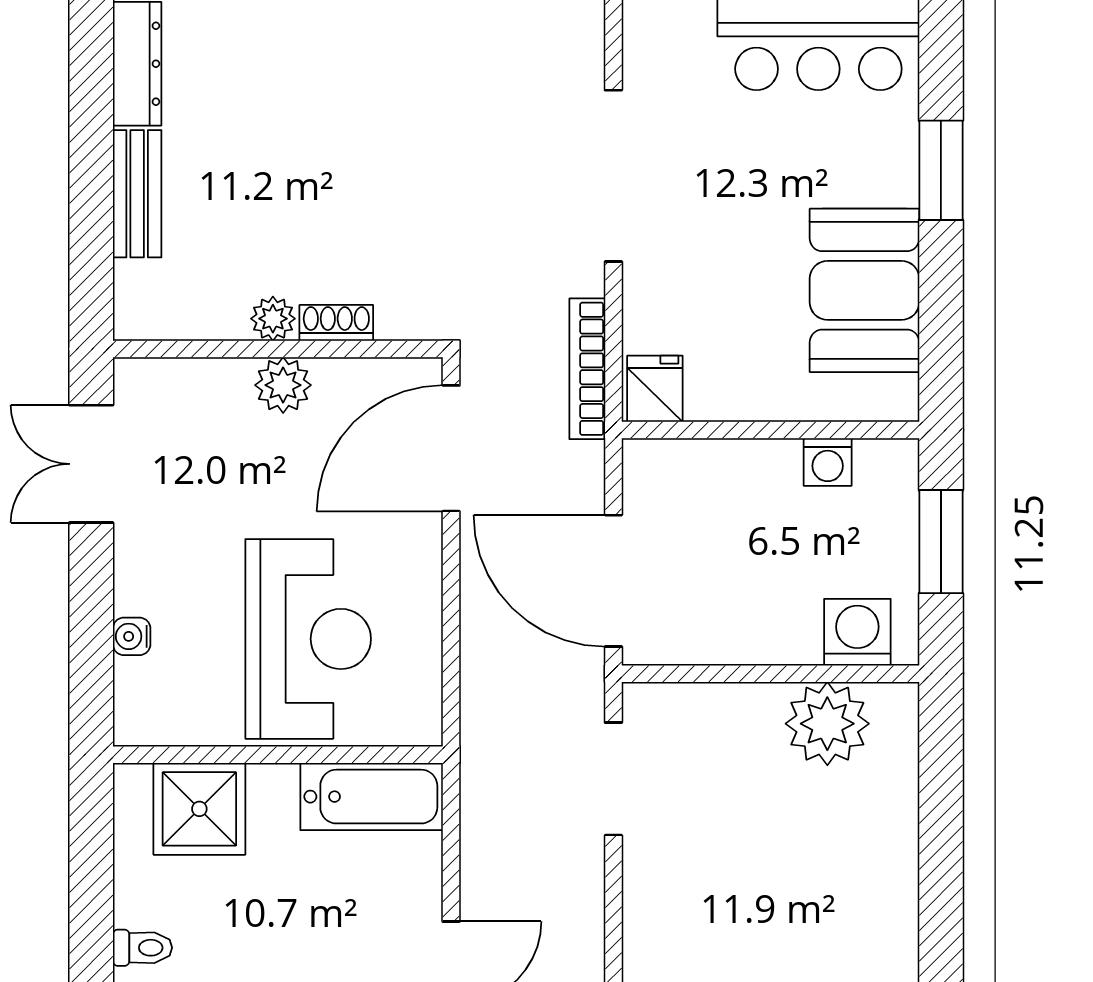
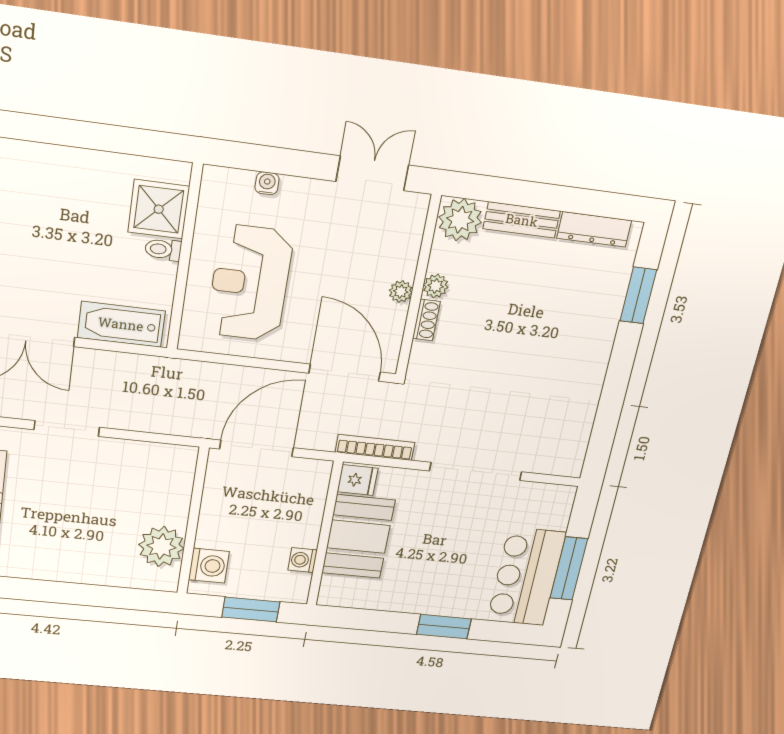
booth: (865, 290) -> (358, 537), moved, turned 90
plant: (151, 300) -> (460, 220), added
plant: (283, 385) -> (401, 292), width x0.73, depth x0.73
reception desk: (308, 639) -> (250, 283), turned 90
doorway: (613, 779) -> (67, 428), moved
bathtub: (372, 797) -> (121, 324), moved, turned 90
toilet: (142, 948) -> (163, 249), moved, turned 90

